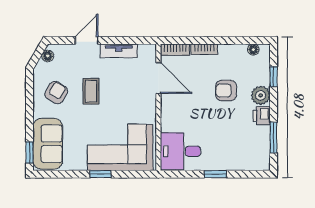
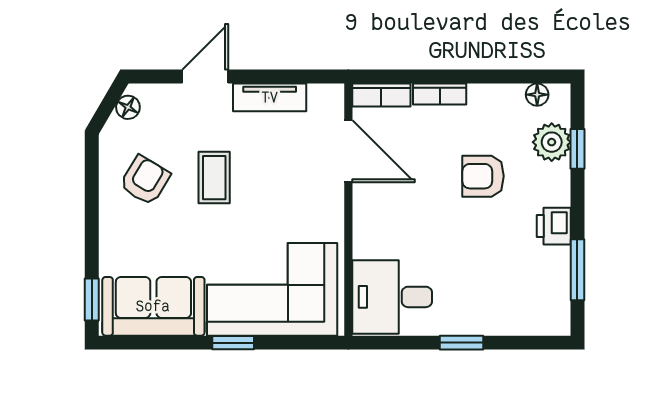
plant: (261, 95) -> (552, 142), moved
sofa: (48, 144) -> (153, 306), moved, turned -90

